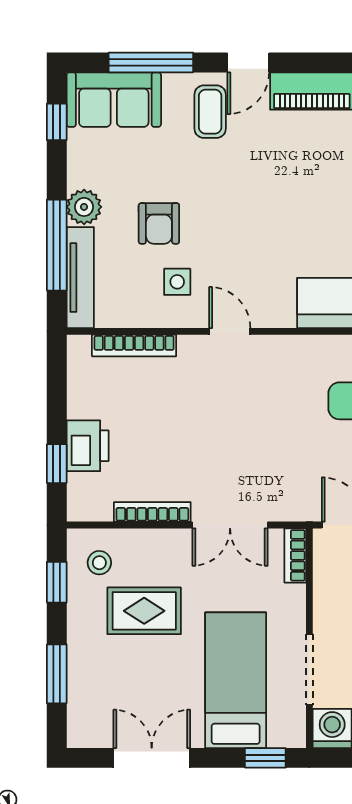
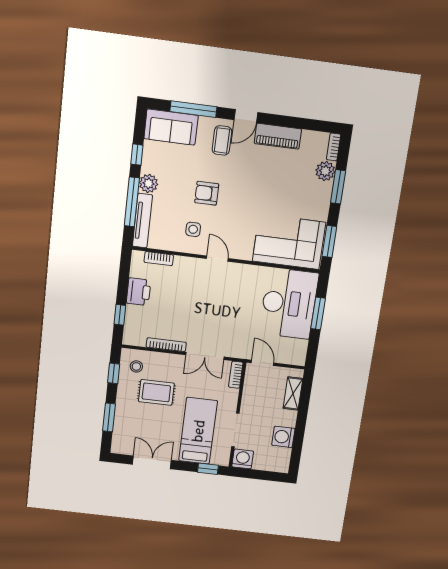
window: (57, 122) -> (137, 155), moved
armchair: (159, 223) -> (207, 193), moved, turned 90
bookcase: (134, 345) -> (159, 259), width x0.64
printer: (88, 446) -> (139, 292), moved

